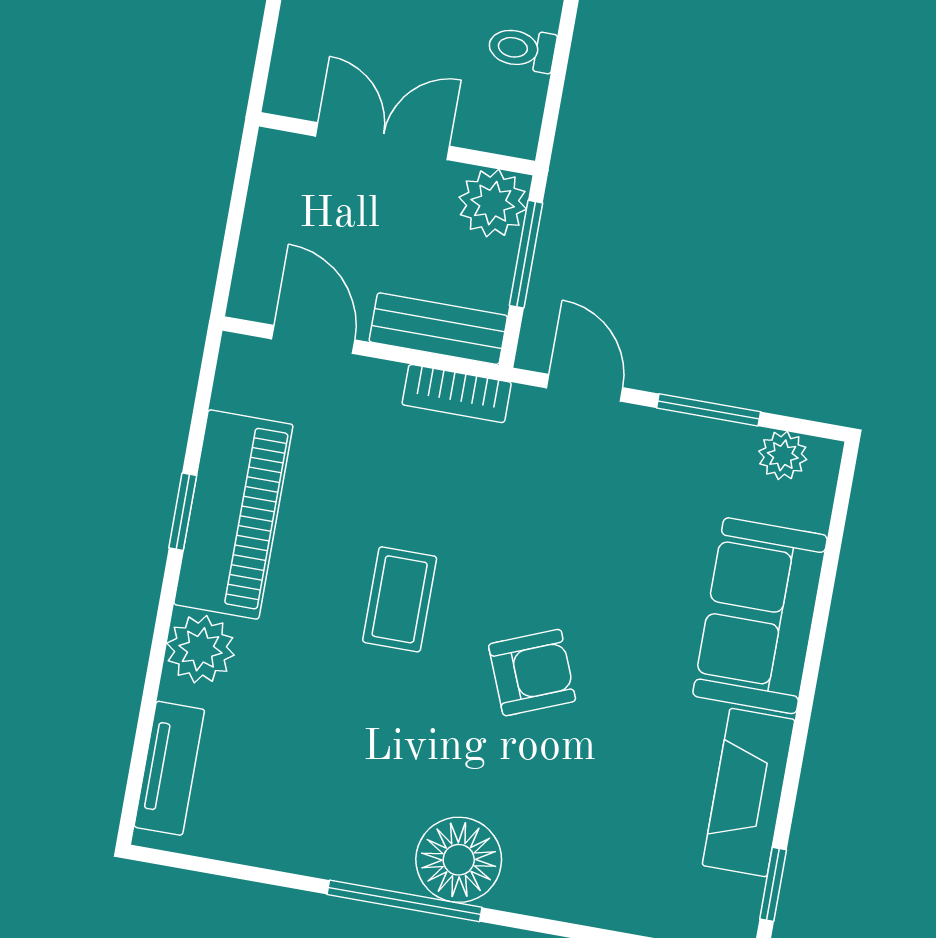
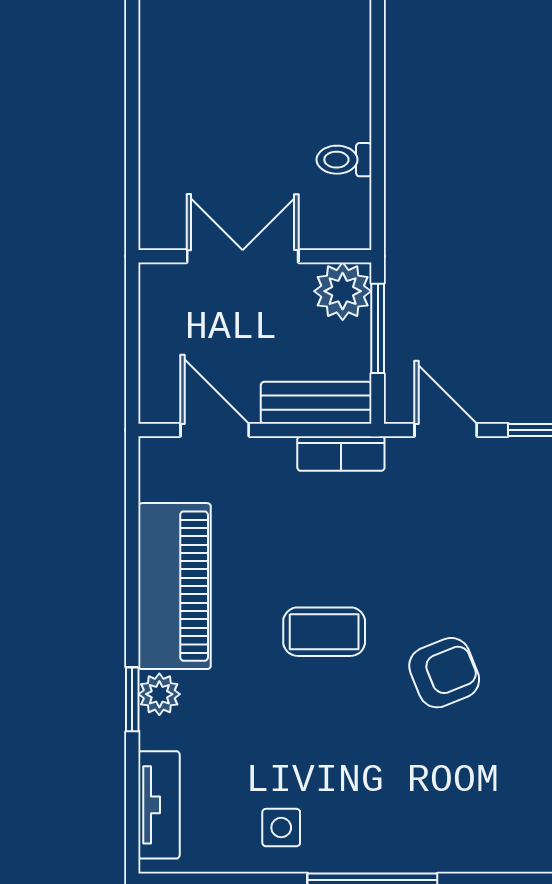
window: (183, 512) -> (132, 699), moved
coffee table: (400, 599) -> (324, 632), turned 90
plant: (200, 649) -> (159, 694), width x0.73, depth x0.73
side table: (308, 820) -> (281, 828), added
floor lamp: (459, 860) -> (411, 838), removed

